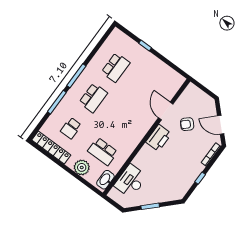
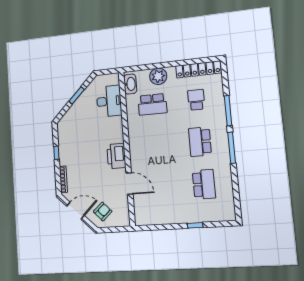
school desk: (116, 67) -> (204, 184), turned 180
armchair: (187, 124) -> (103, 211), moved
school desk: (103, 152) -> (152, 104), turned 180

